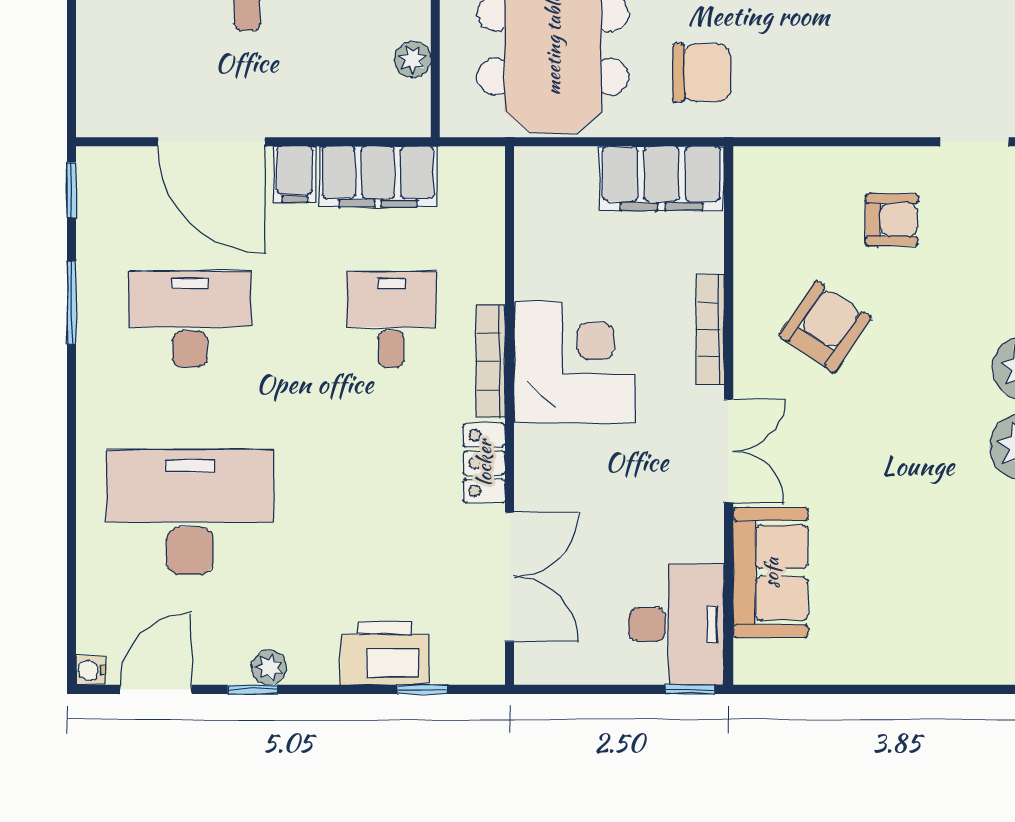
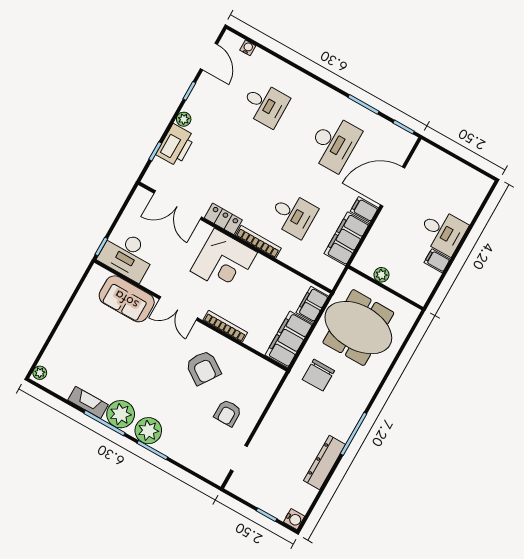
filing cabinet: (559, 171) -> (312, 304), added
corner desk: (575, 362) -> (224, 262), moved
desk: (190, 512) -> (265, 104), width x0.53, depth x0.77
plant: (269, 668) -> (184, 119), moved
water cooler: (91, 670) -> (248, 48), moved

